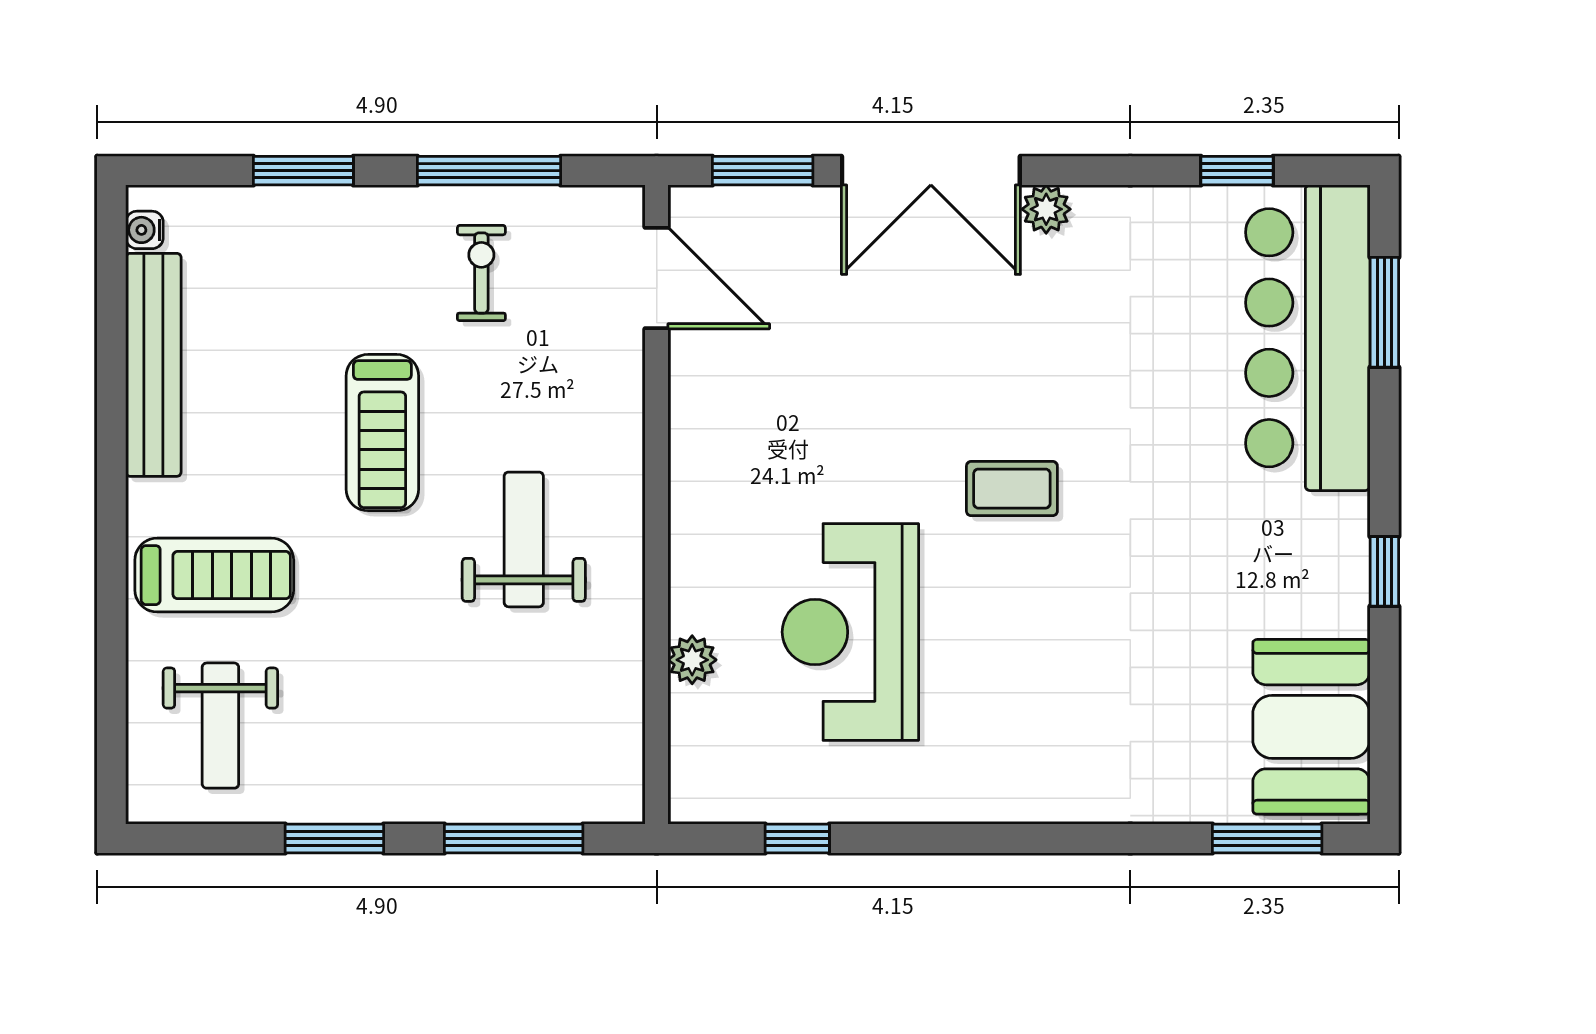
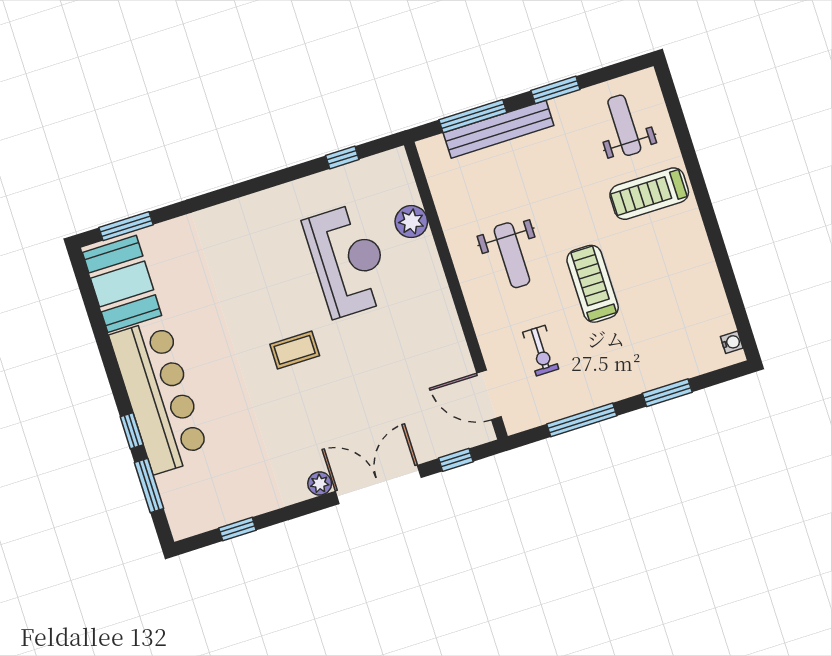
window: (763, 171) -> (456, 460), width x0.67
exercise bike: (481, 273) -> (541, 351), moved
bar counter: (1308, 338) -> (159, 396), moved
bench: (153, 365) -> (499, 129), moved, turned 90
window: (1384, 571) -> (132, 431), moved
plant: (692, 660) -> (411, 222), width x1.38, depth x1.38

